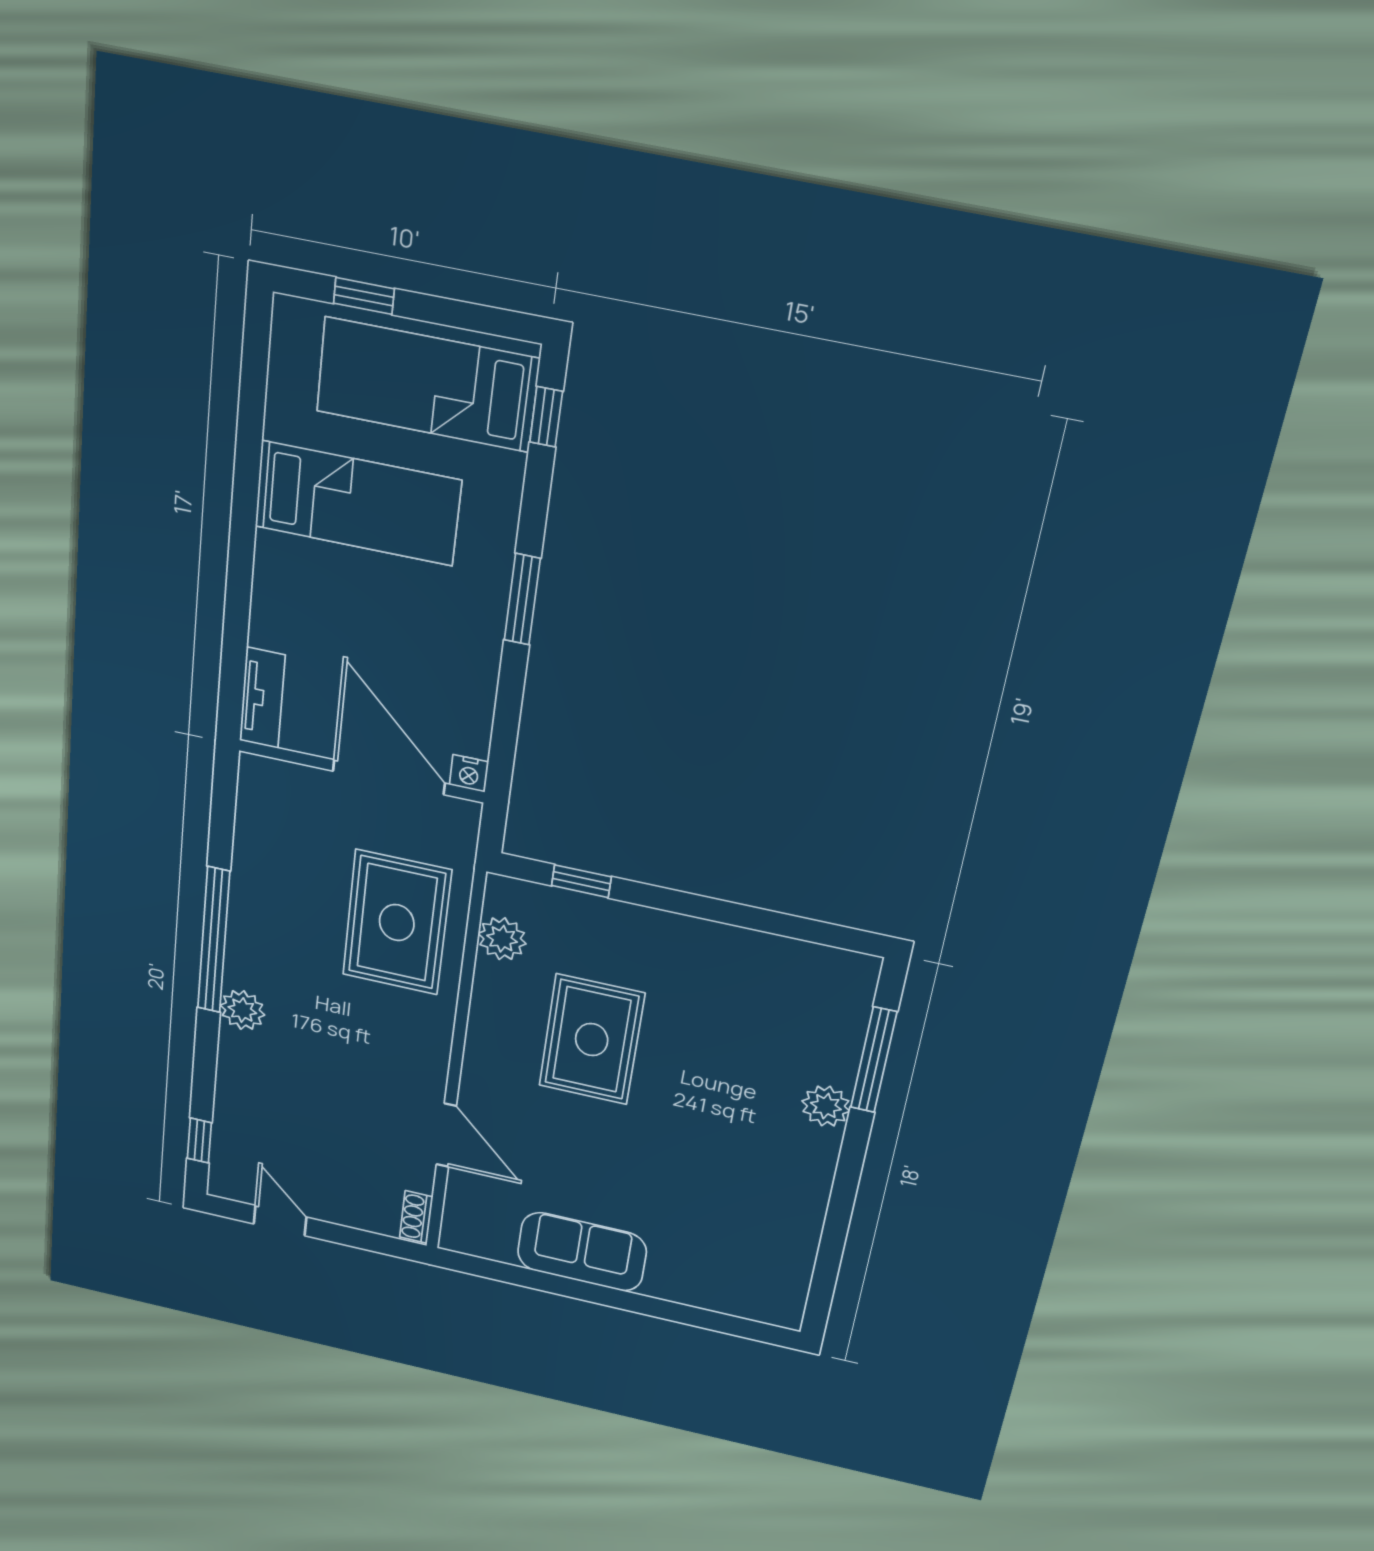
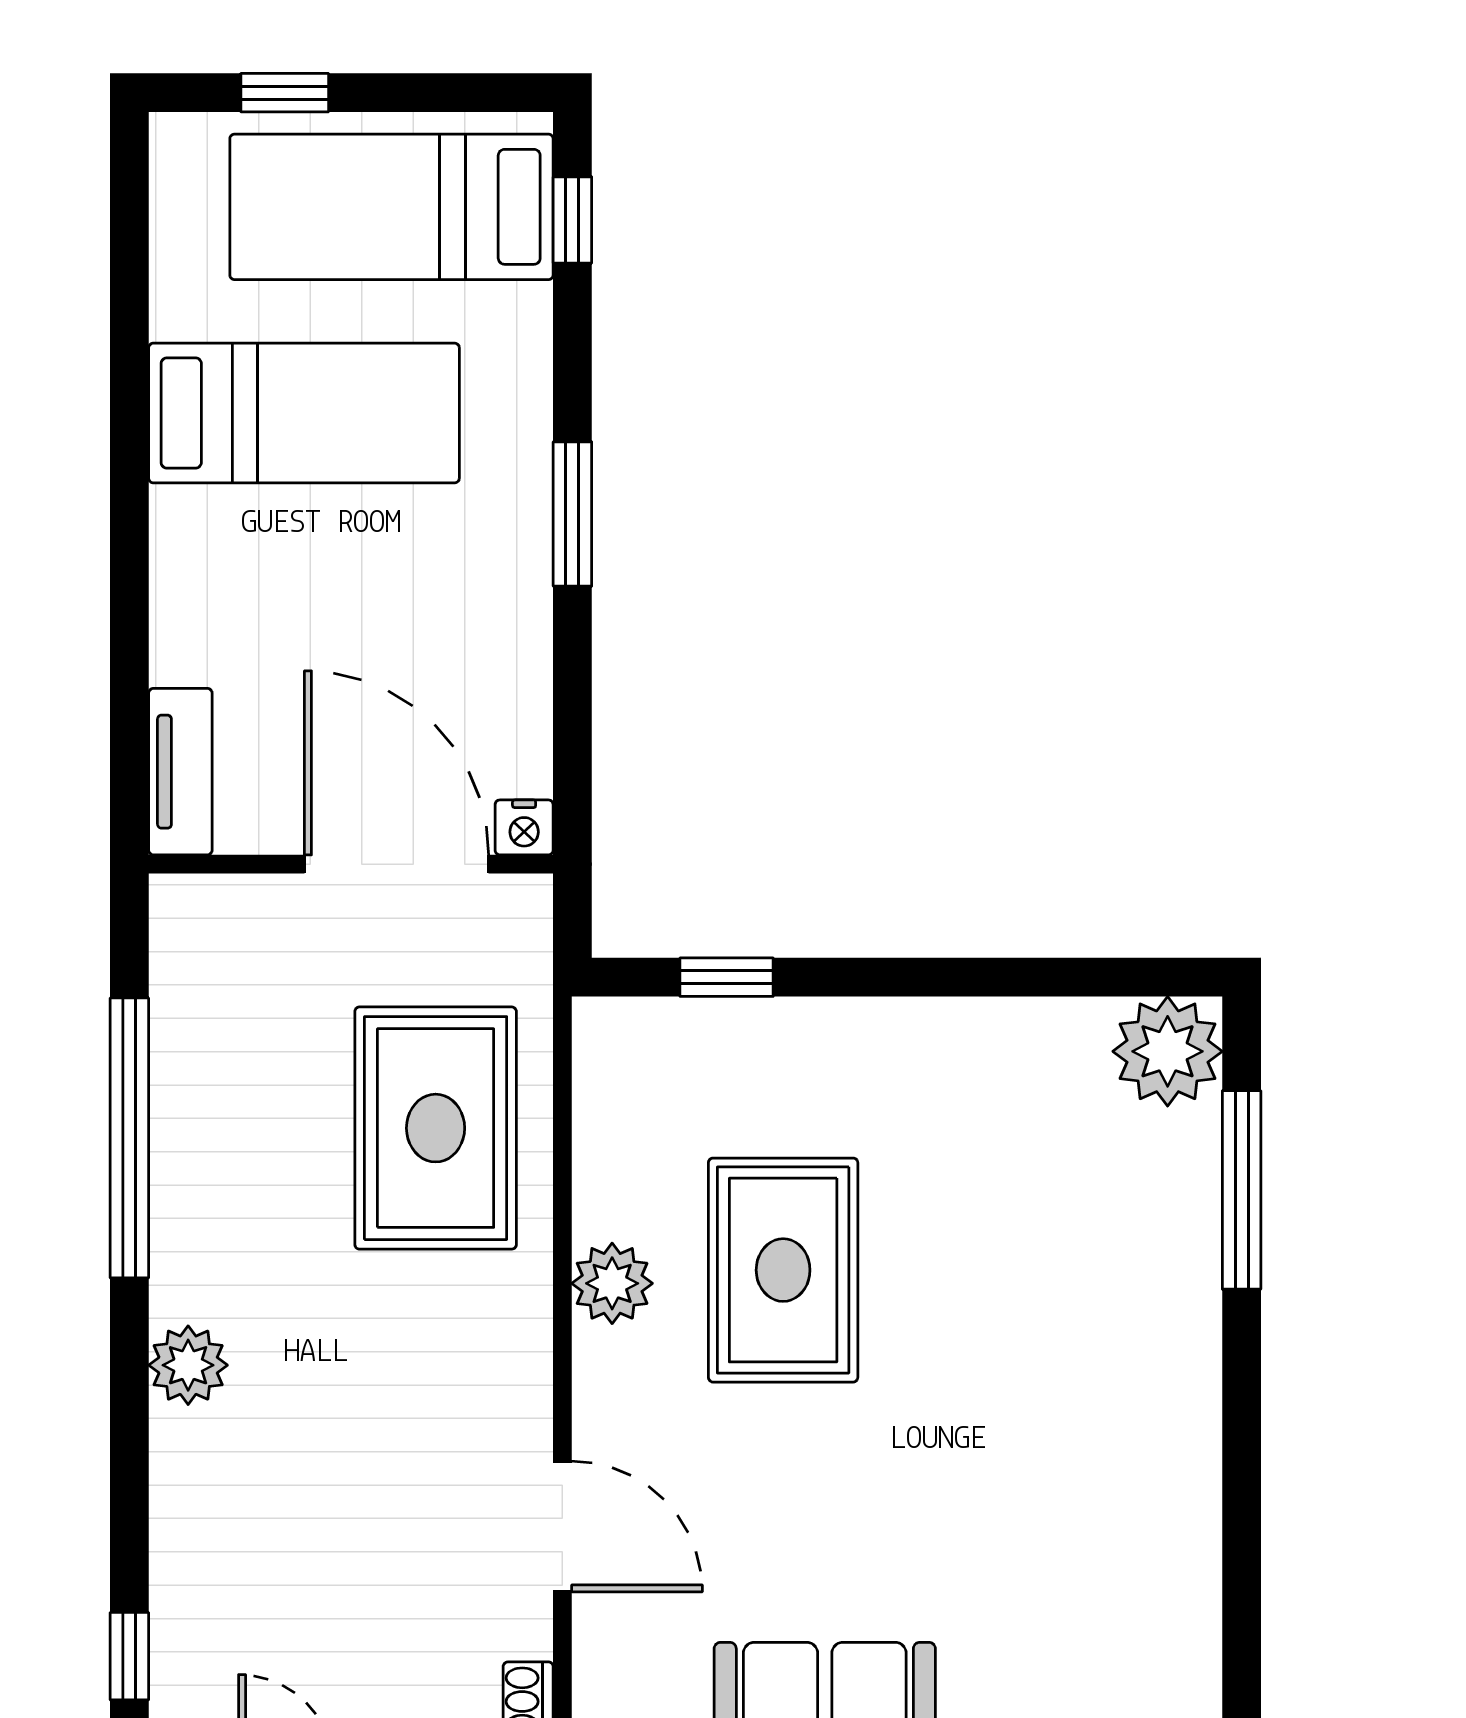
plant: (502, 939) -> (612, 1283), moved
window: (214, 940) -> (129, 1138), moved
plant: (826, 1106) -> (1168, 1051), moved, width x1.36, depth x1.36

